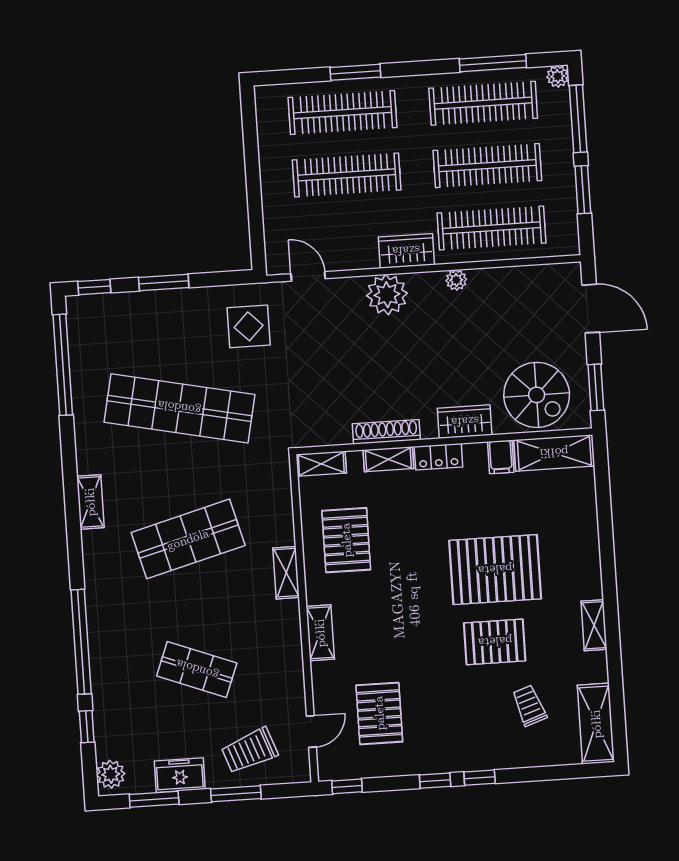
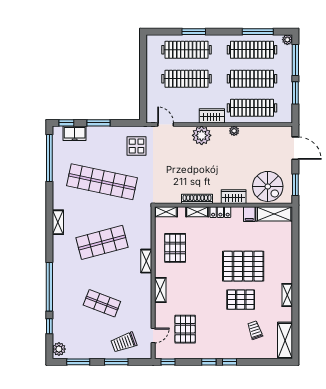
freezer: (180, 775) -> (75, 133), moved, turned 180

